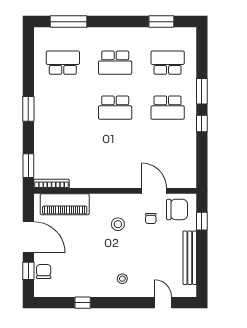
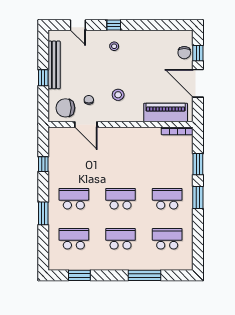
window: (69, 22) -> (145, 275), moved
school desk: (63, 63) -> (167, 239), turned 180
school desk: (168, 63) -> (74, 239), turned 180
school desk: (63, 108) -> (167, 199), added
window: (202, 123) -> (43, 164), moved
window: (28, 166) -> (198, 164), moved
window: (202, 221) -> (43, 78), moved
window: (83, 303) -> (114, 25), moved

